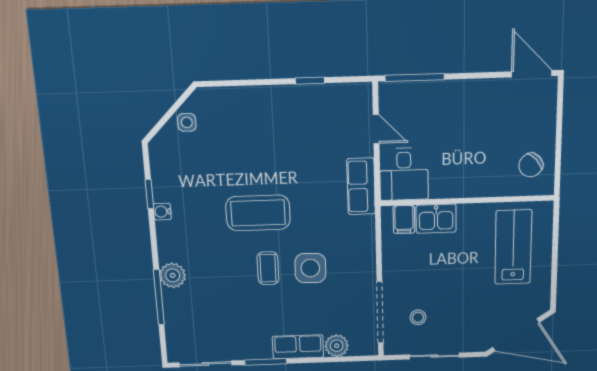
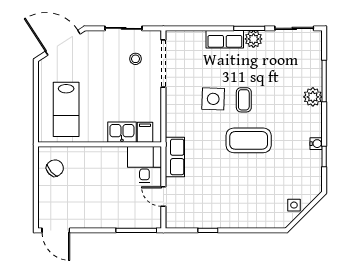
plant: (337, 346) -> (253, 39), moved

